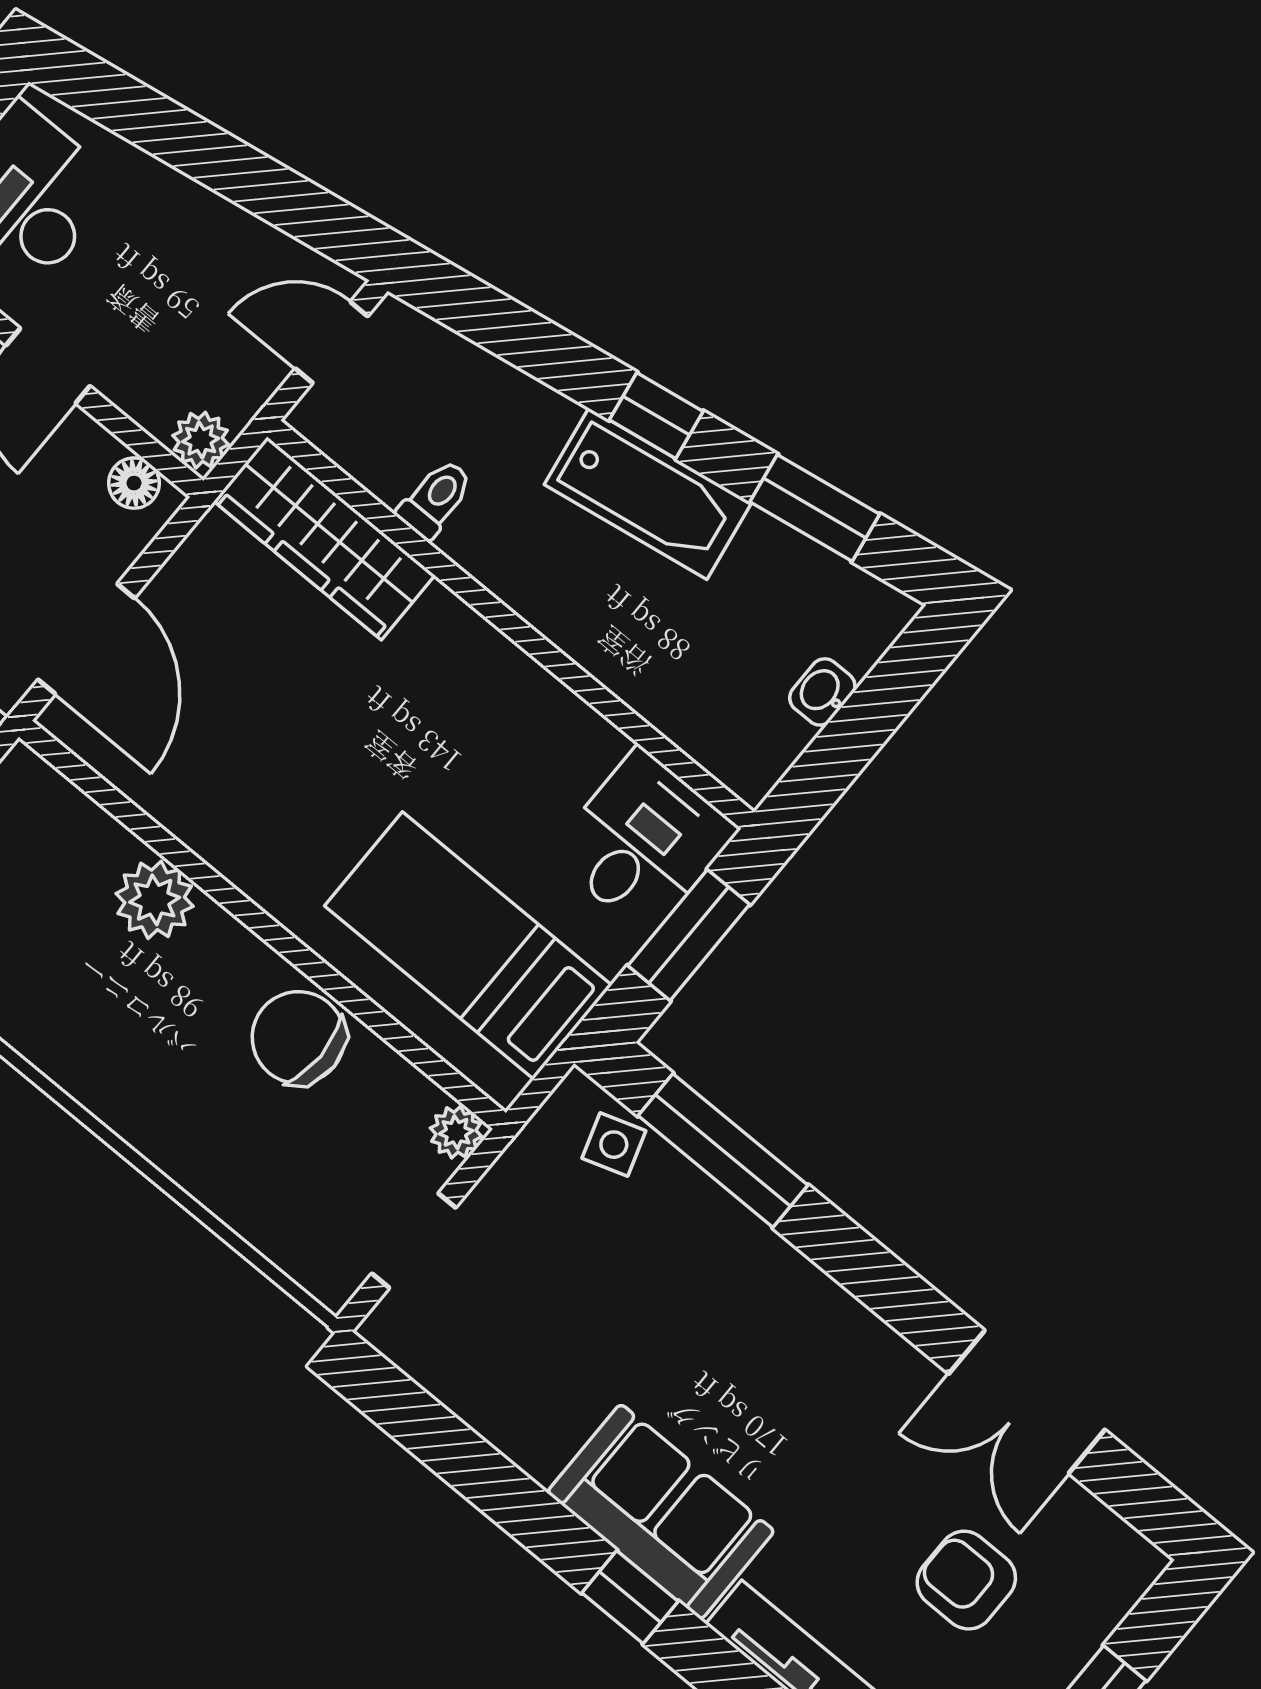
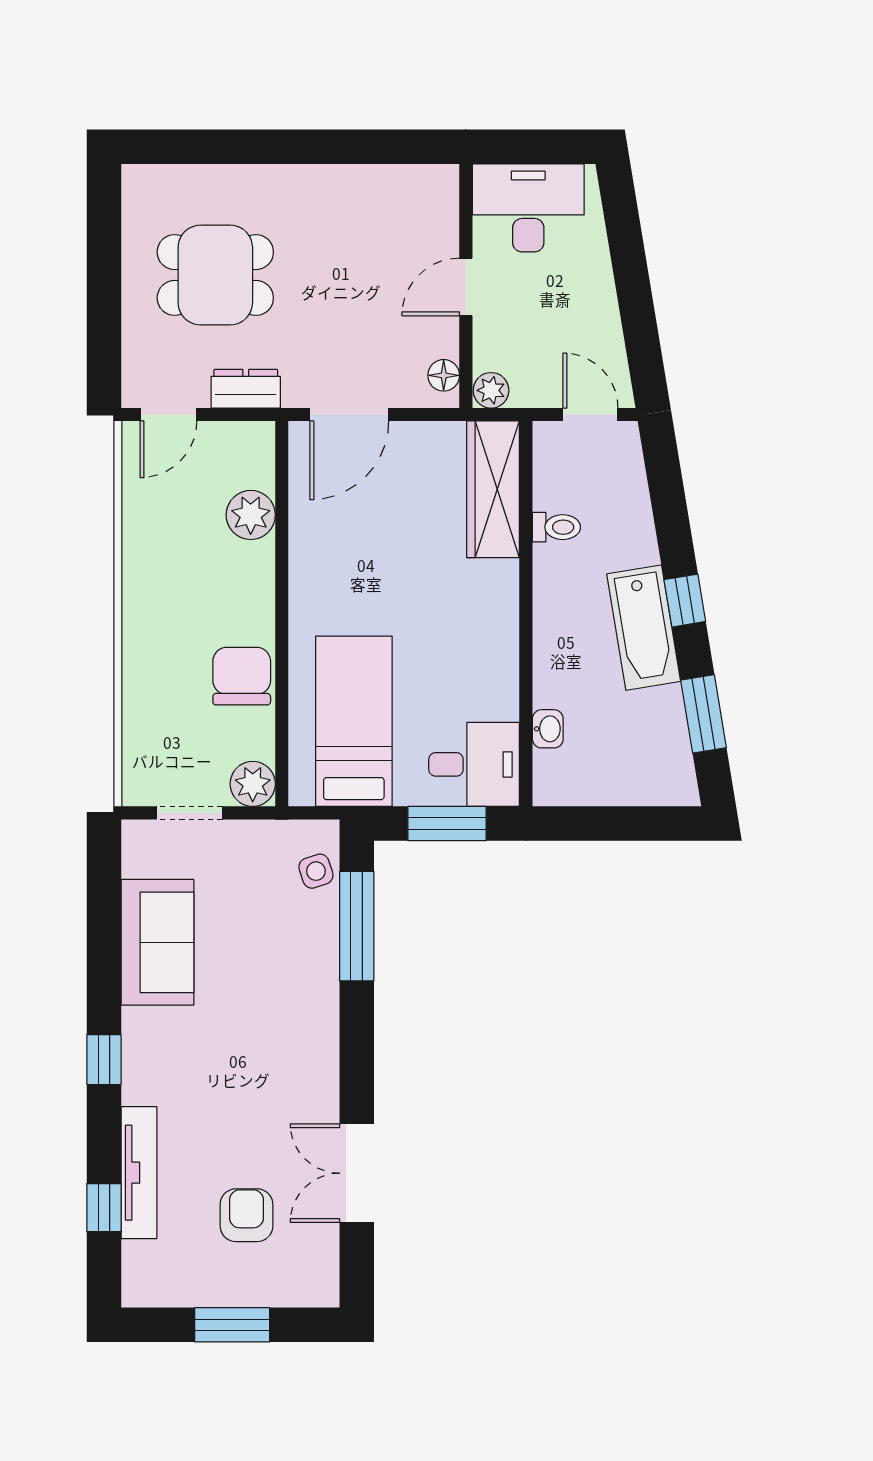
washbasin: (822, 692) -> (548, 729), moved, turned 90
plant: (155, 900) -> (251, 515), moved
plant: (456, 1132) -> (253, 784), width x1.38, depth x1.38
sofa: (661, 1512) -> (157, 942), moved

